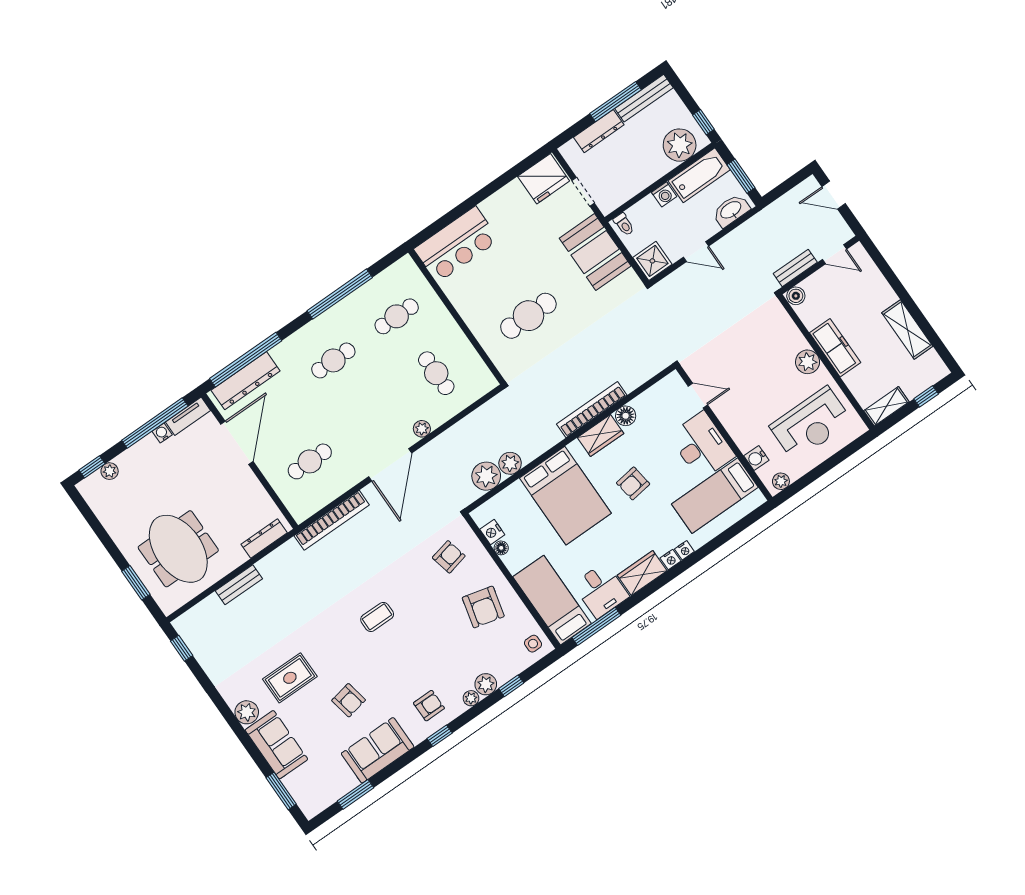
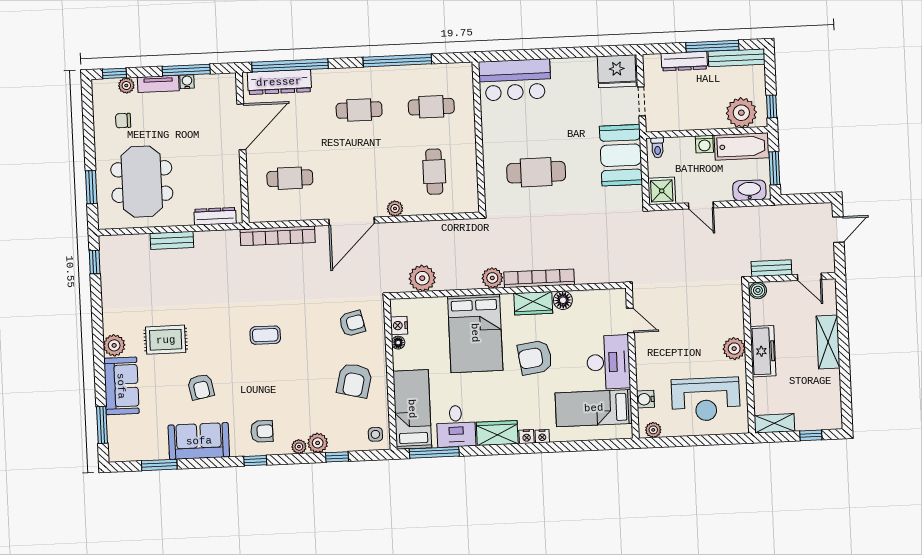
door: (834, 195) -> (838, 230), swing flipped
shelving: (907, 329) -> (828, 342), moved
tv unit: (188, 416) -> (158, 84), moved
window: (155, 423) -> (186, 70), width x0.68
plant: (510, 463) -> (492, 278), moved
armchair: (633, 483) -> (535, 358), width x1.38, depth x1.38
chair: (127, 505) -> (123, 121), added

